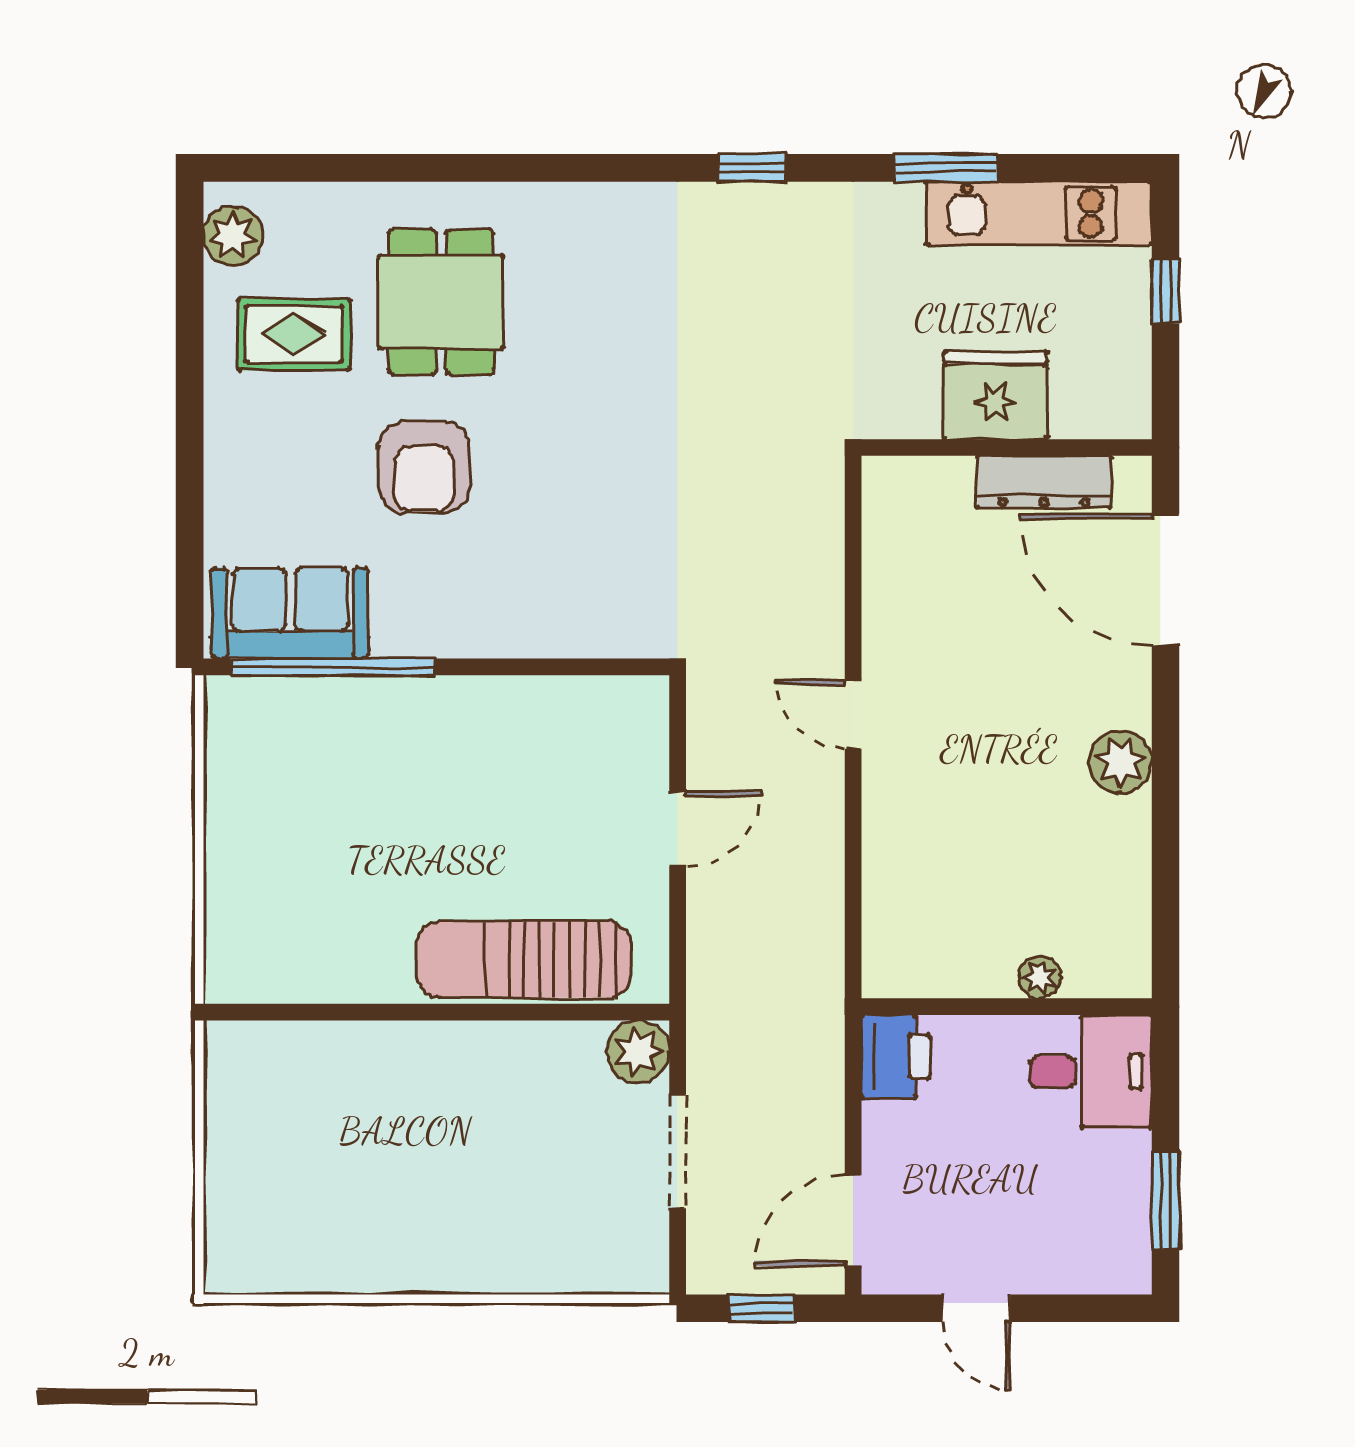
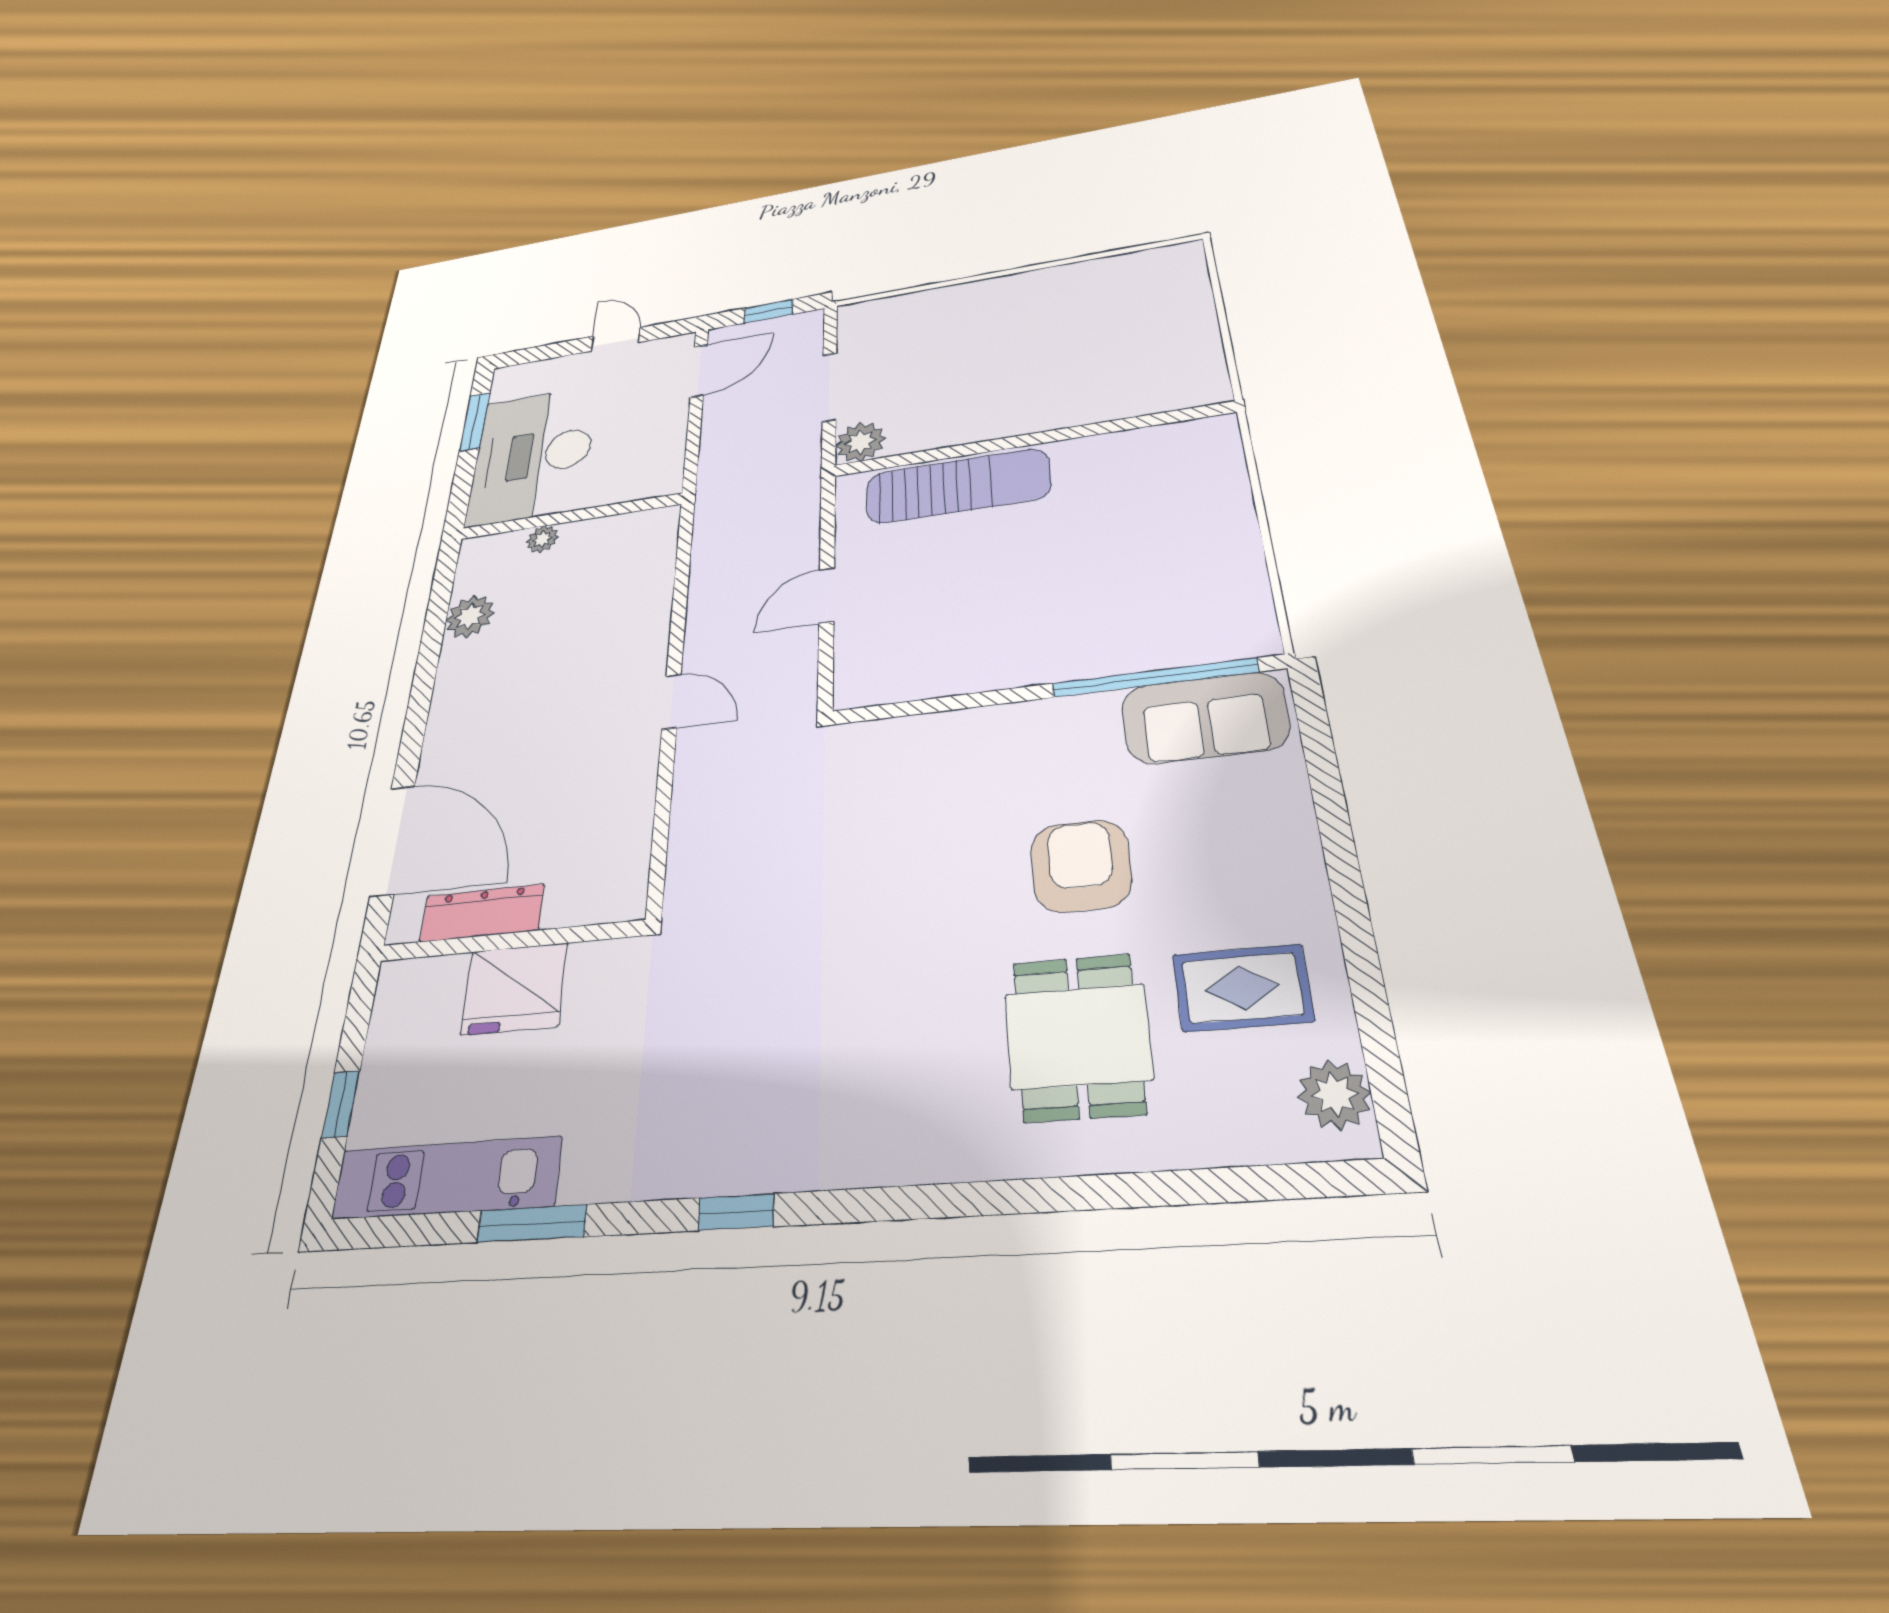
plant: (1120, 762) -> (470, 616), moved
printer: (896, 1056) -> (658, 472), removed
desk: (1091, 1072) -> (532, 455), width x1.87, depth x1.30

